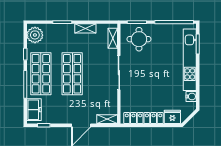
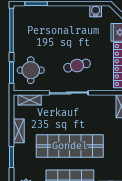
kitchen unit: (190, 60) -> (54, 13), removed
shop shelf: (72, 74) -> (70, 146), width x1.40
cafe table: (143, 80) -> (77, 66), added

